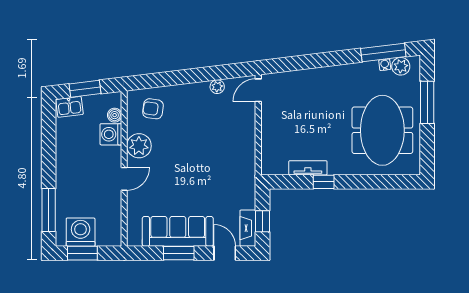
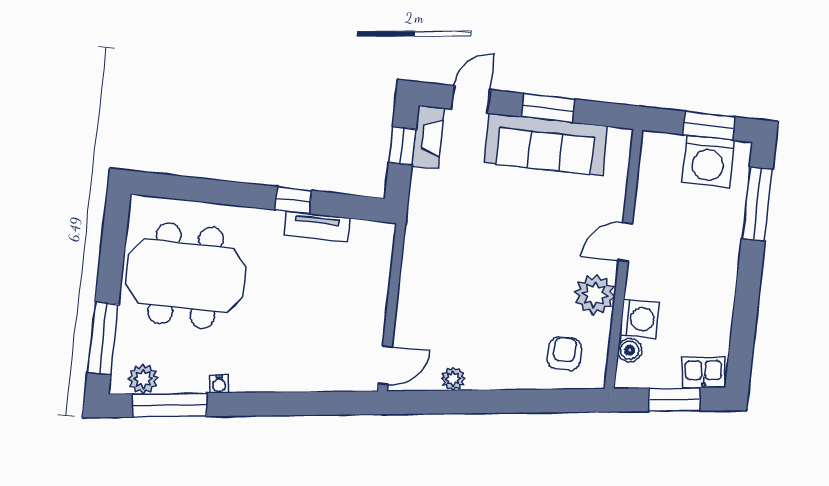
water cooler: (385, 65) -> (219, 384), moved
window: (427, 102) -> (103, 338), moved
armchair: (153, 109) -> (564, 354), turned -98
meeting table: (382, 130) -> (186, 276), turned 90
door: (225, 253) -> (471, 99), swing flipped

